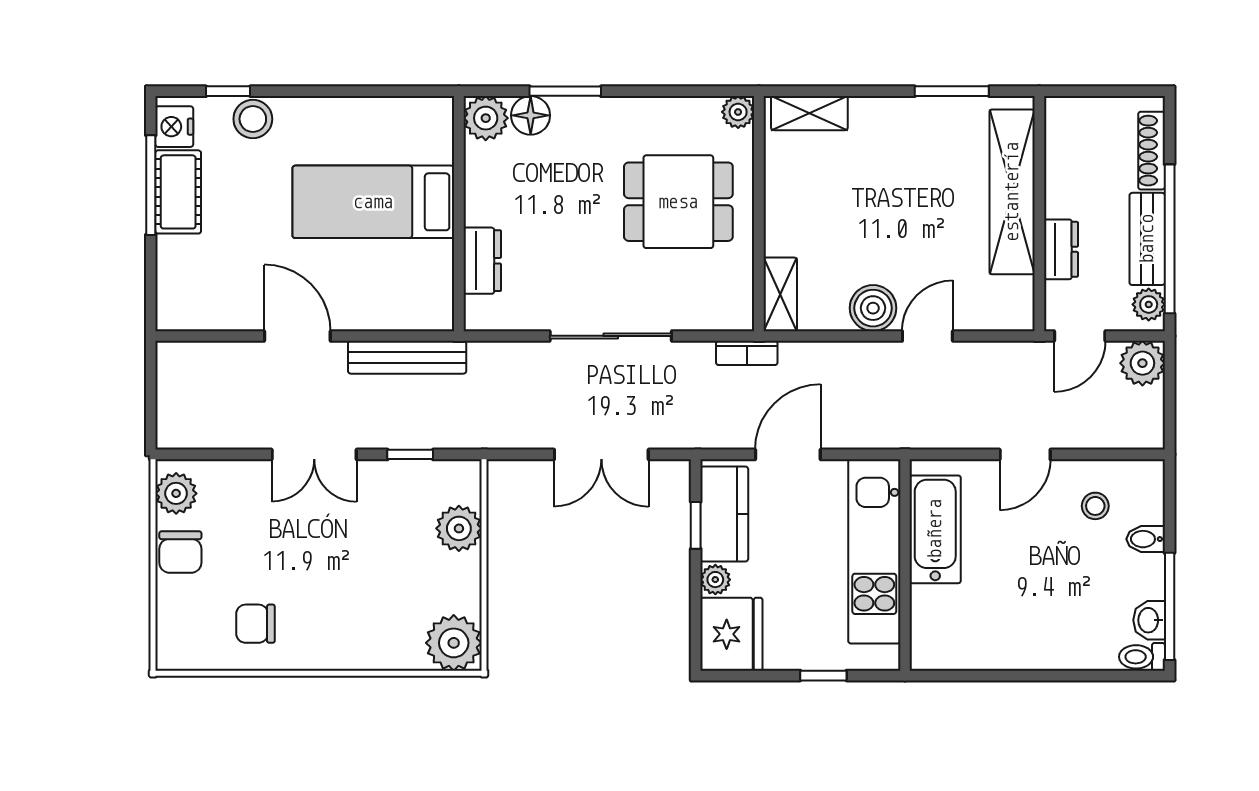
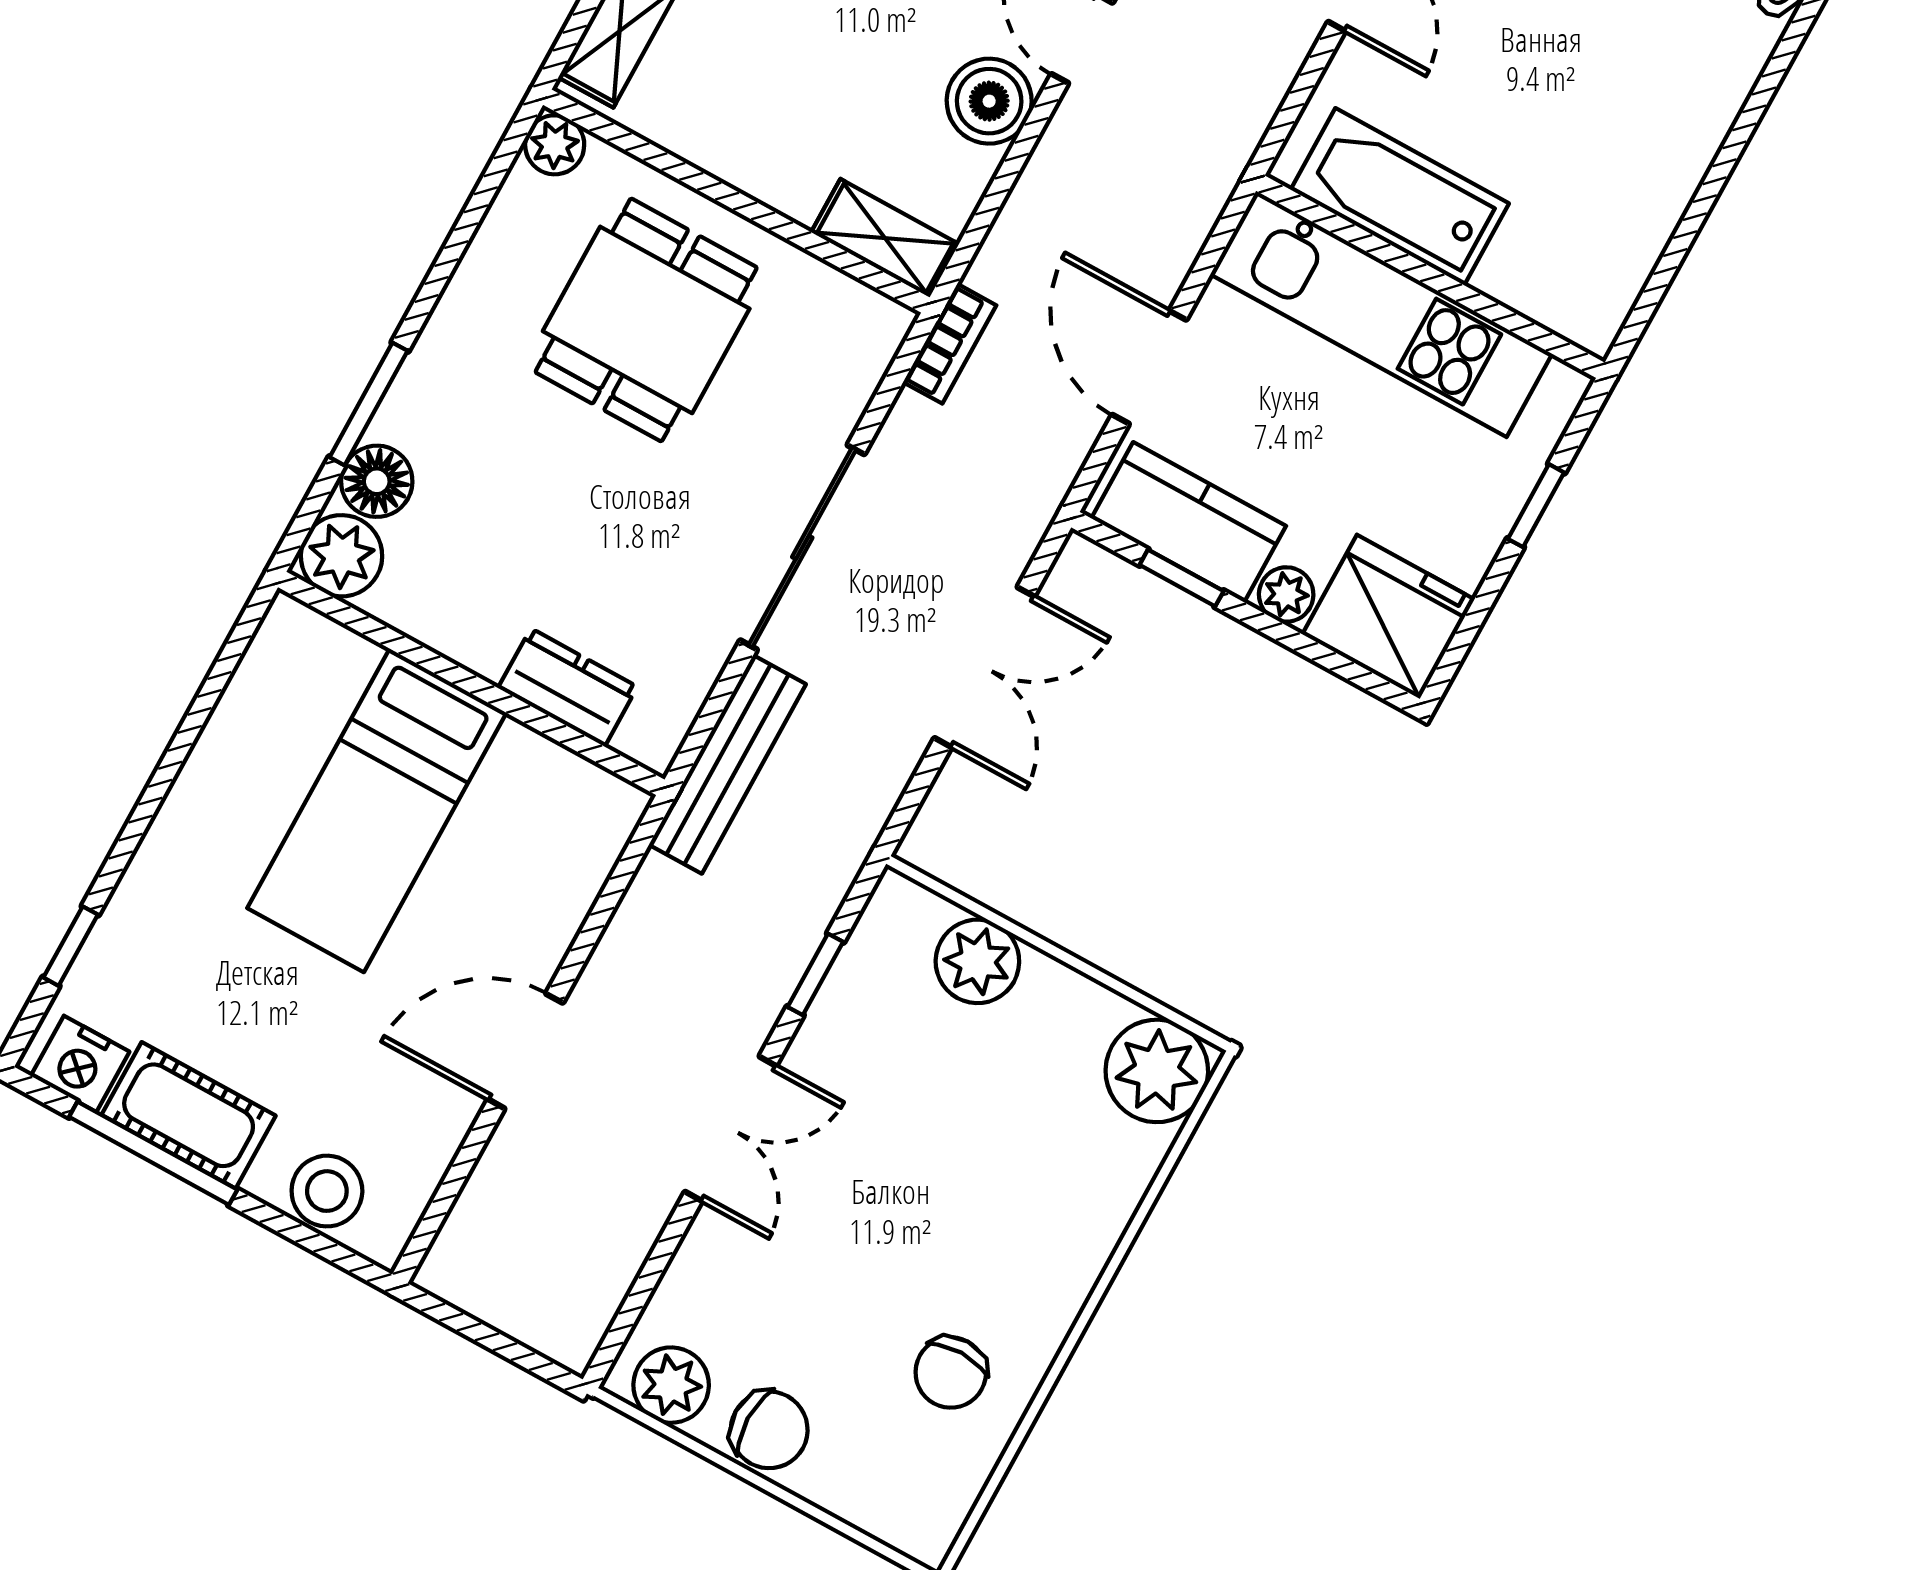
stool: (253, 119) -> (327, 1191), moved
bench: (407, 357) -> (727, 764), moved

